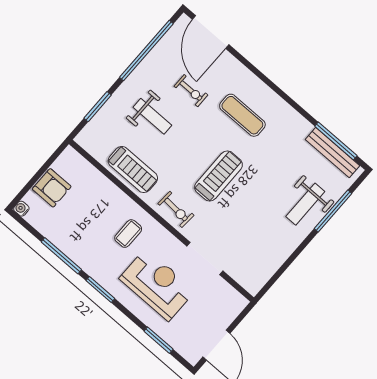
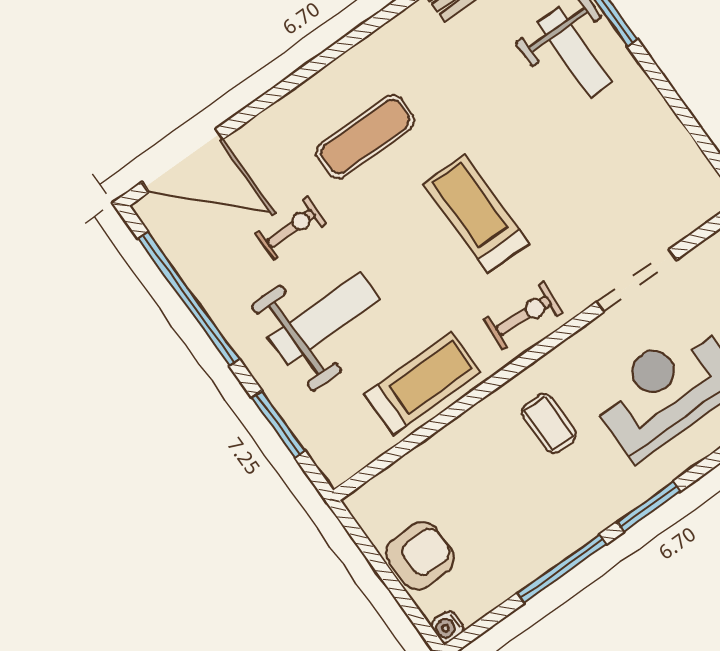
weight bench: (152, 116) -> (324, 318), width x1.36, depth x1.33

